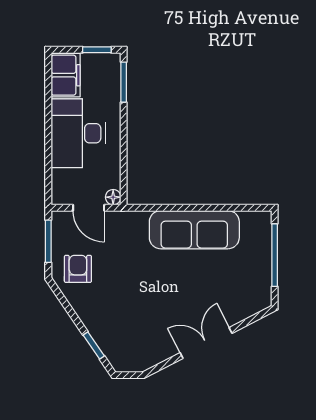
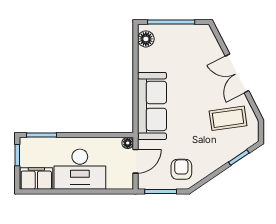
floor lamp: (252, 221) -> (146, 39), added
sofa: (194, 230) -> (152, 106), moved
armchair: (78, 269) -> (181, 169), turned 90
coffee table: (146, 331) -> (228, 118), added

